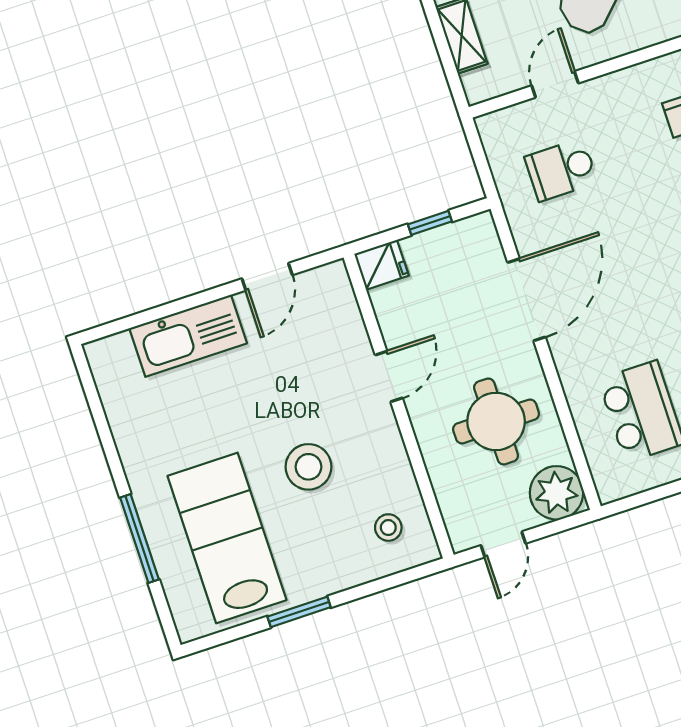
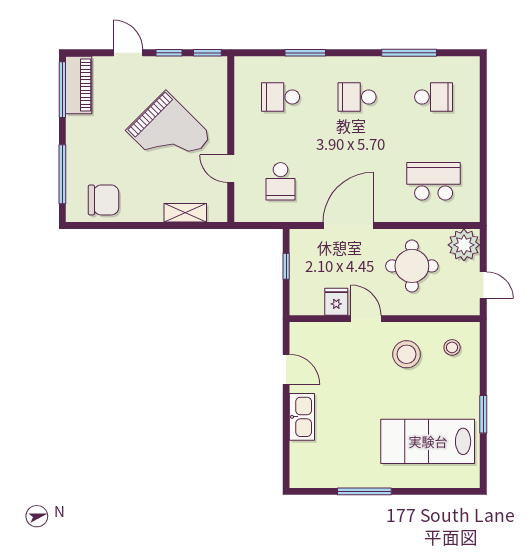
fridge: (382, 265) -> (336, 302), moved
door: (527, 300) -> (348, 226), hinge flipped
kitchen sink: (188, 336) -> (302, 417), width x0.73, depth x0.81
stool: (308, 467) -> (407, 354), moved
window: (139, 538) -> (364, 491), moved

